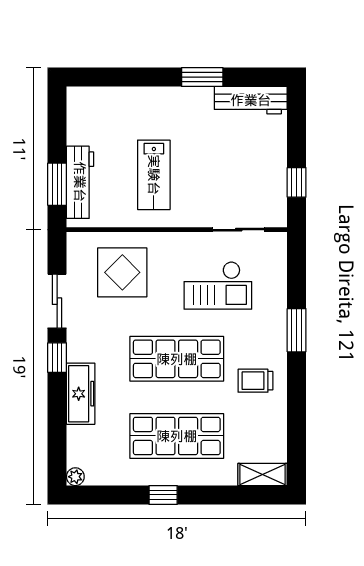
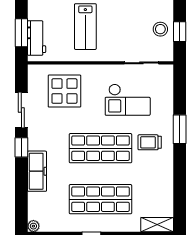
stool: (267, 179) -> (160, 29), added
workbench: (80, 182) -> (37, 38), width x0.73
trolley: (255, 381) -> (150, 142), moved

